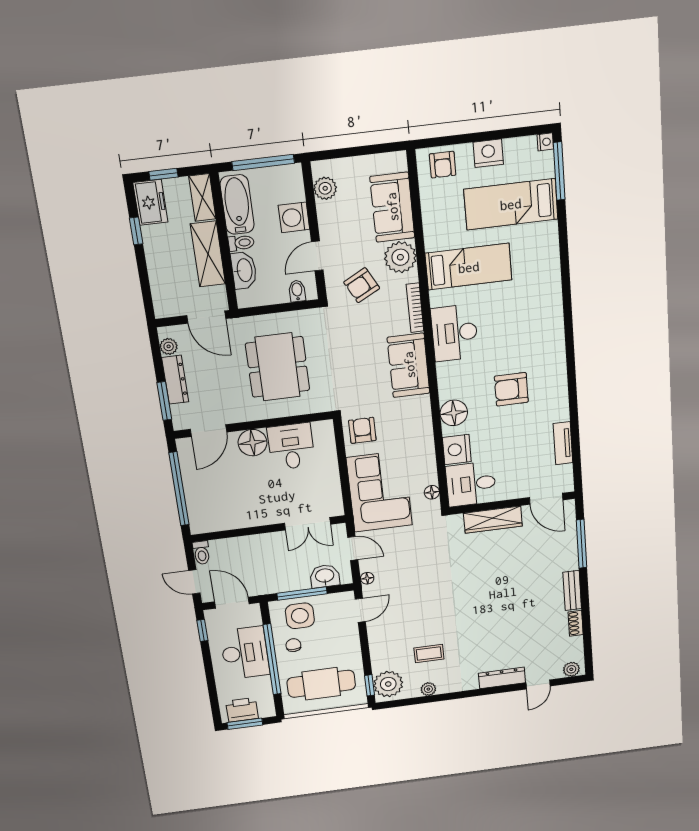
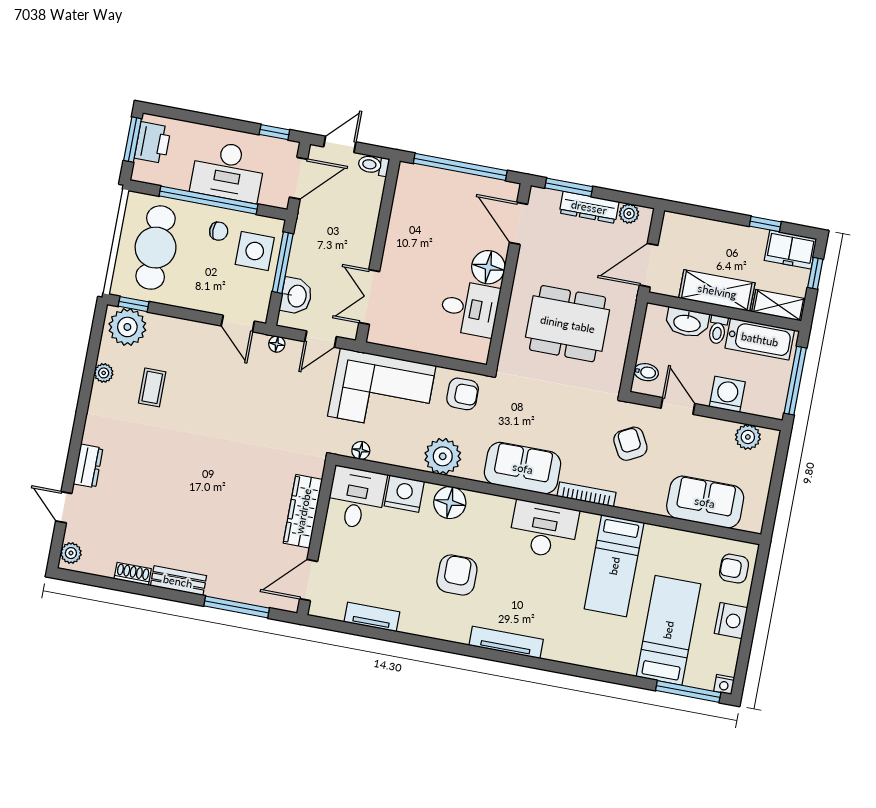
plant: (400, 257) -> (443, 456), moved
tv unit: (556, 334) -> (506, 642), added
dresser: (502, 678) -> (88, 466), width x0.70

